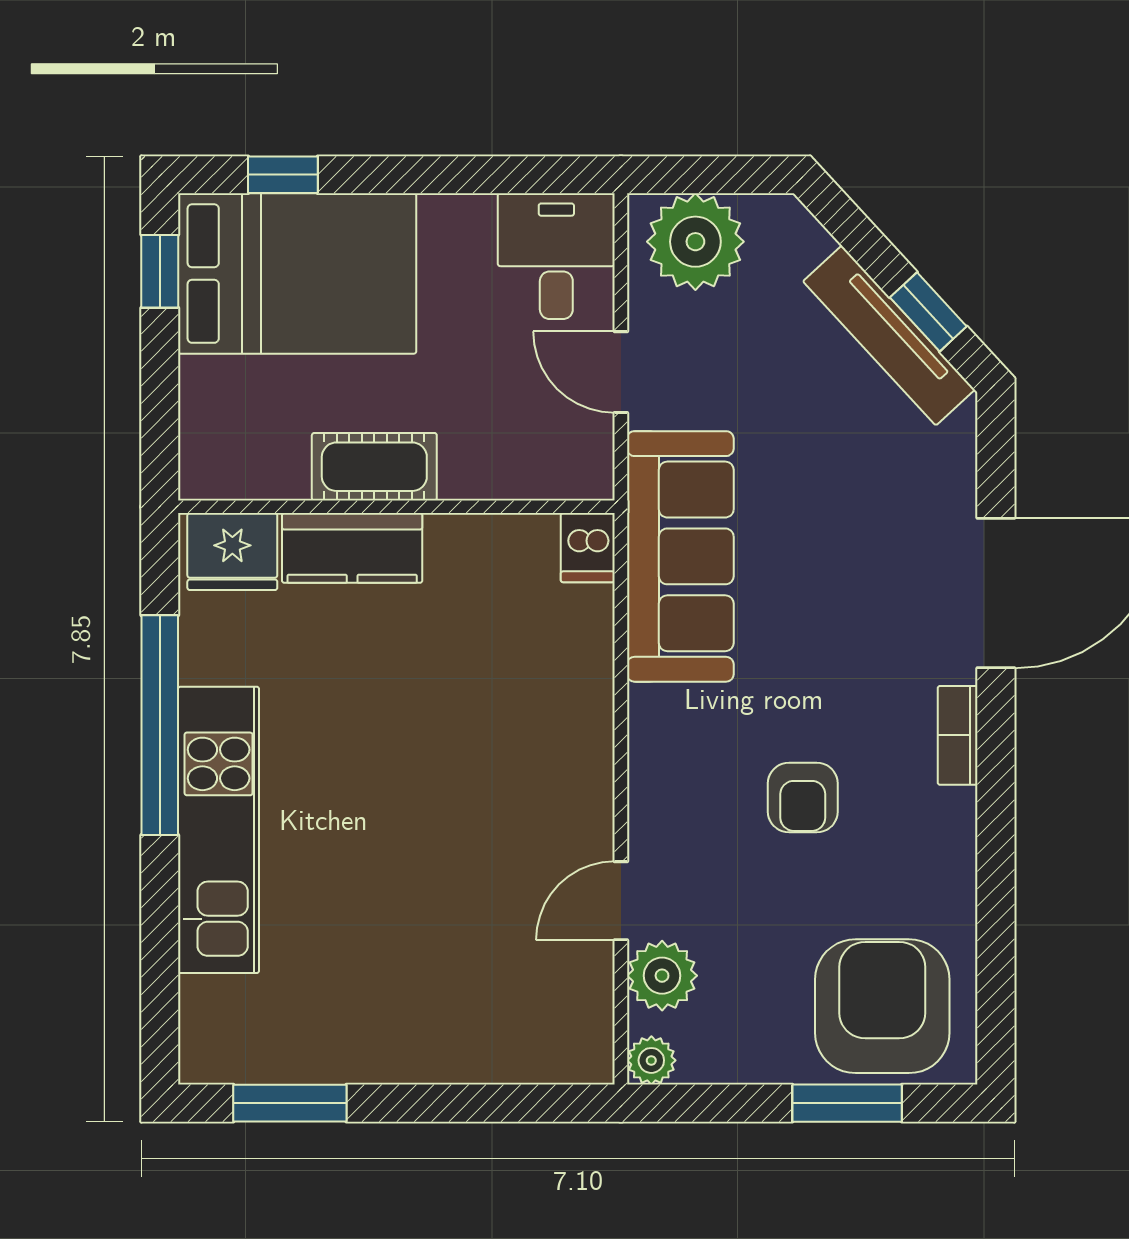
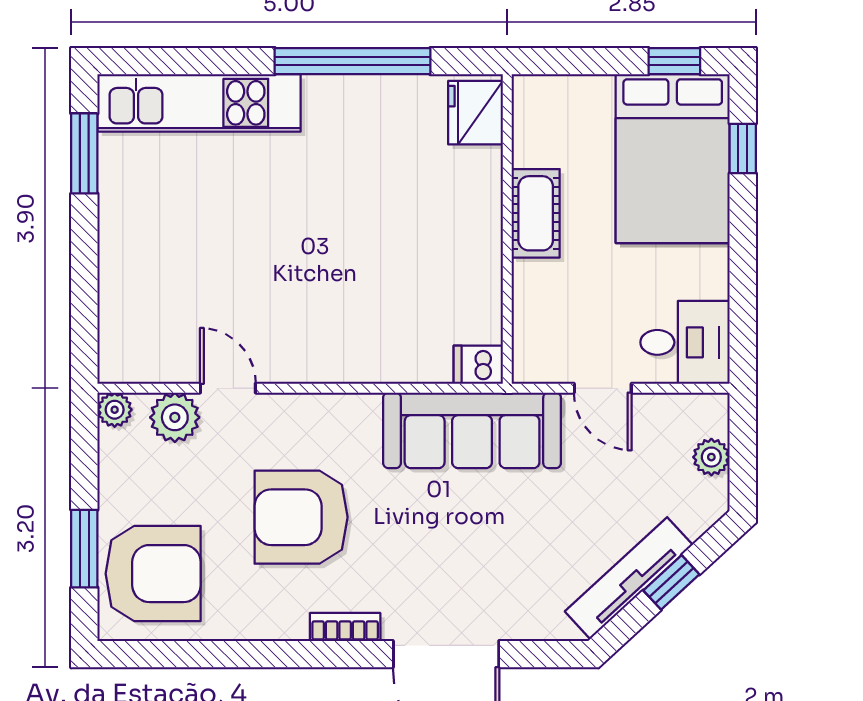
plant: (695, 242) -> (711, 457), width x0.53, depth x0.53
window: (928, 312) -> (671, 582), moved
door: (621, 372) -> (603, 388), swing flipped
kitchen counter: (352, 548) -> (478, 198), removed
armchair: (803, 798) -> (301, 517), width x1.88, depth x1.88
kitchen unit: (219, 830) -> (199, 103), moved

